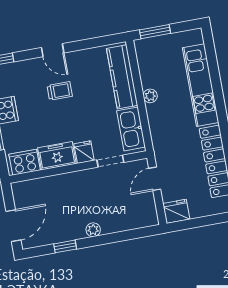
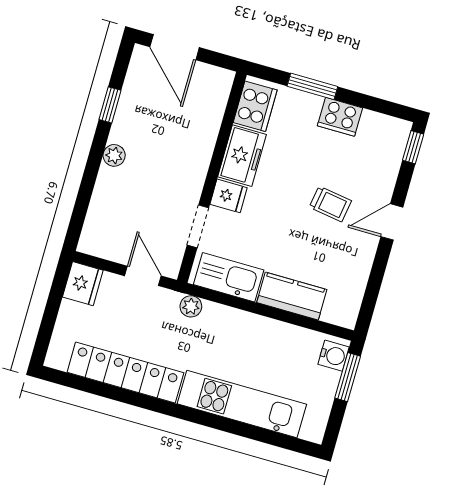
water cooler: (146, 46) -> (334, 356), added
kitchen counter: (122, 77) -> (292, 296), width x0.67
trolley: (60, 91) -> (330, 204), turned -81
plant: (150, 96) -> (191, 306), moved

